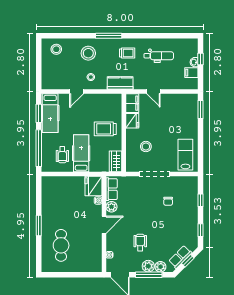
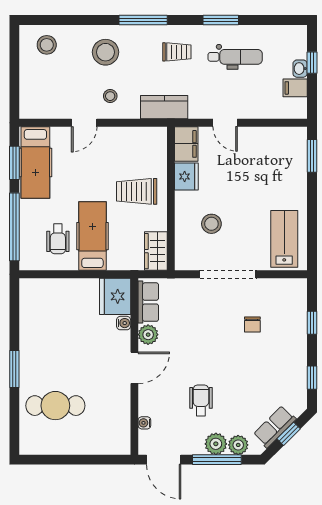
window: (151, 36) -> (221, 20), added
cafe table: (61, 245) -> (55, 406), turned 90

